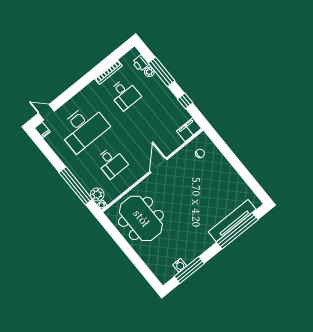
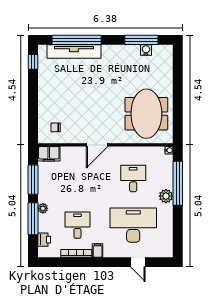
plant: (149, 72) -> (43, 208), moved
window: (185, 101) -> (33, 180), width x2.17
door: (46, 112) -> (138, 262), moved
filing cabinet: (42, 130) -> (98, 250), moved
window: (256, 188) -> (33, 62), added
plant: (97, 194) -> (166, 196), moved

